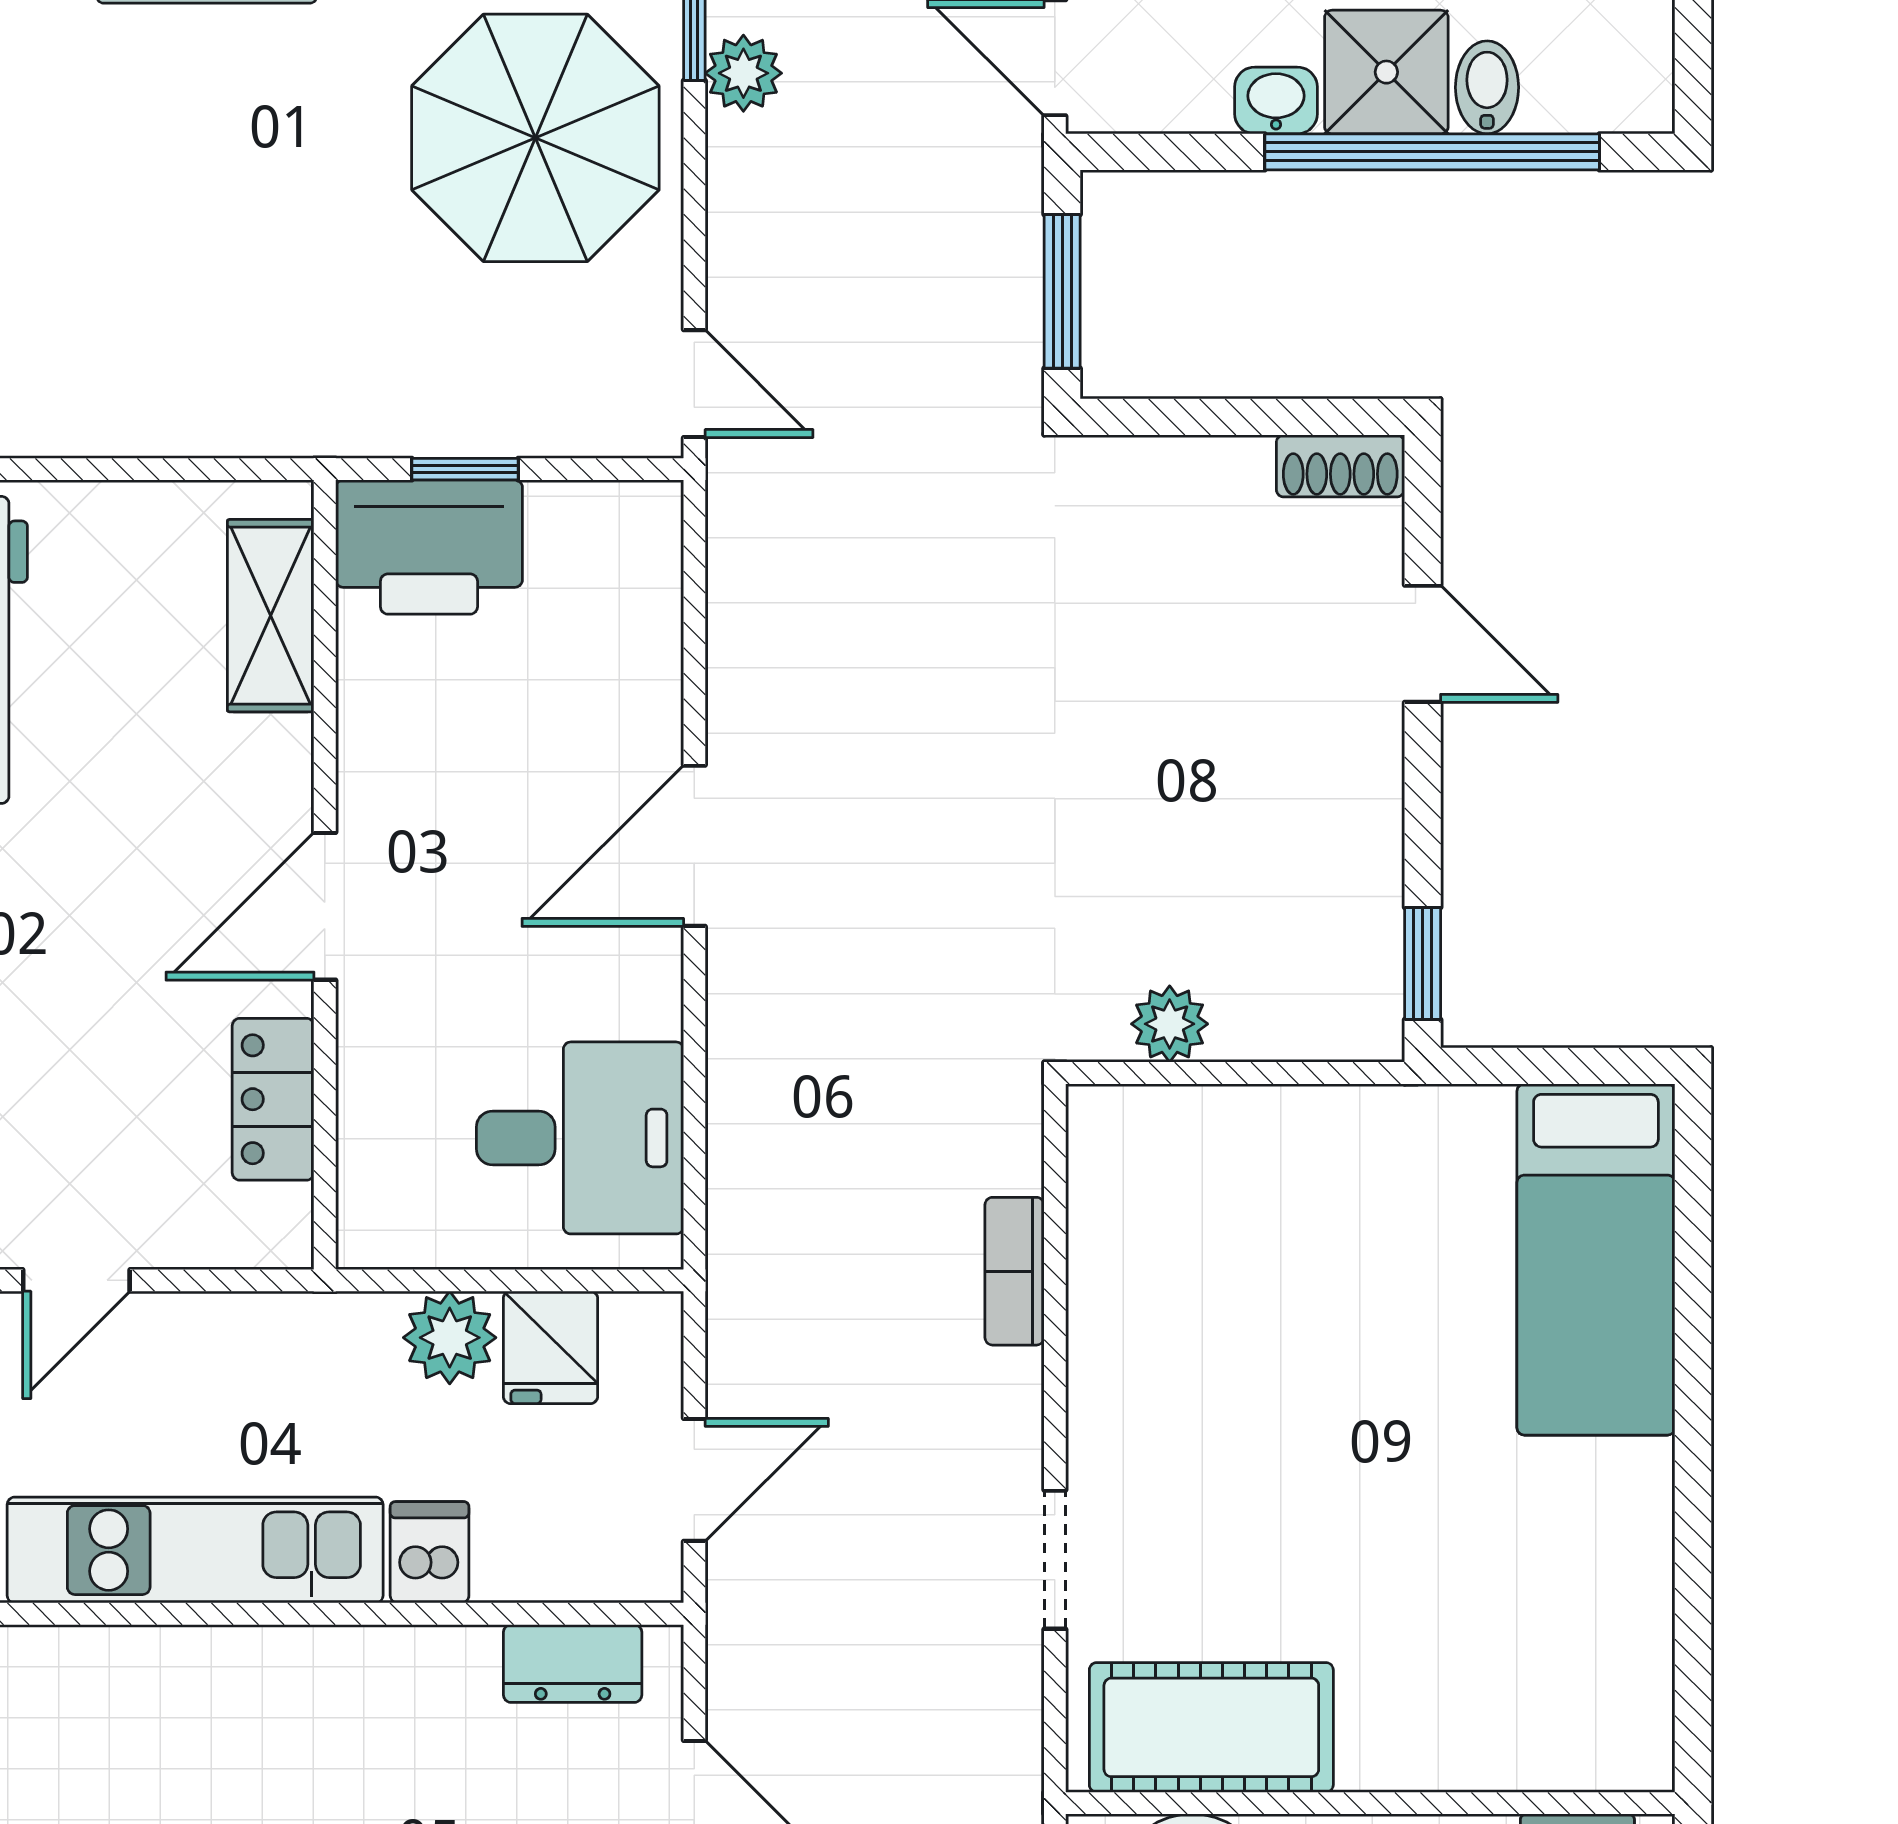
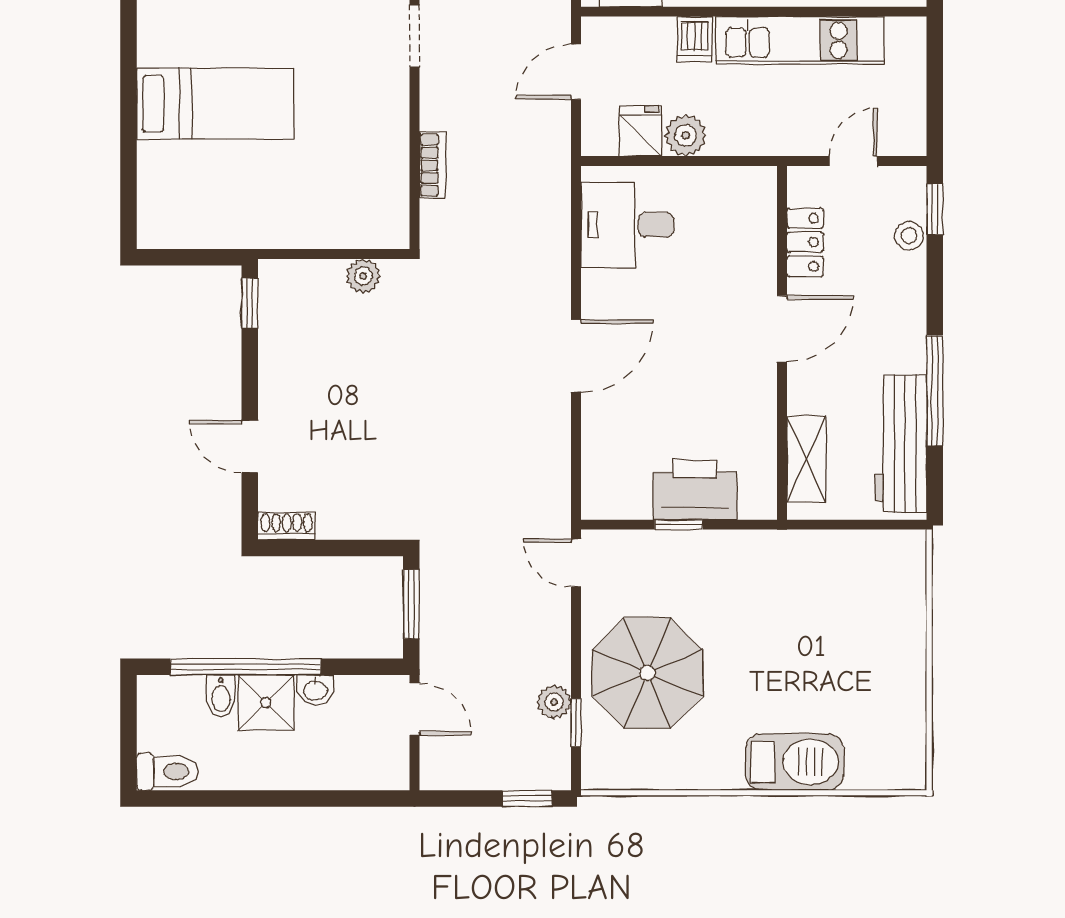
shelving: (271, 616) -> (806, 459), moved
wall: (325, 875) -> (782, 343), moved
door: (325, 906) -> (782, 329), moved
locker: (273, 1099) -> (805, 242), moved
bed: (1596, 1259) -> (215, 104), moved, turned 90

